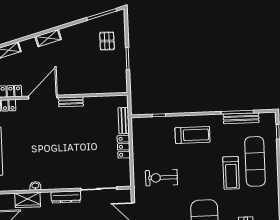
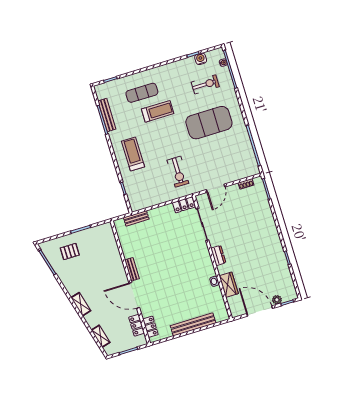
locker: (124, 147) -> (184, 205), moved
exercise mat: (255, 161) -> (142, 93), width x0.73, depth x0.69
dresser: (66, 197) -> (218, 256), width x0.70

